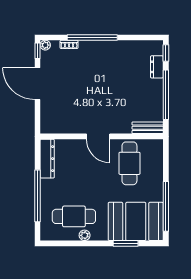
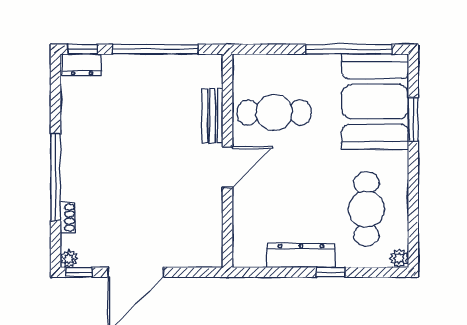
dresser: (157, 67) -> (82, 65), moved
bench: (148, 128) -> (212, 116), moved
dresser: (47, 159) -> (301, 255), moved
window: (38, 196) -> (331, 272), width x0.32
plant: (85, 235) -> (399, 258), moved

